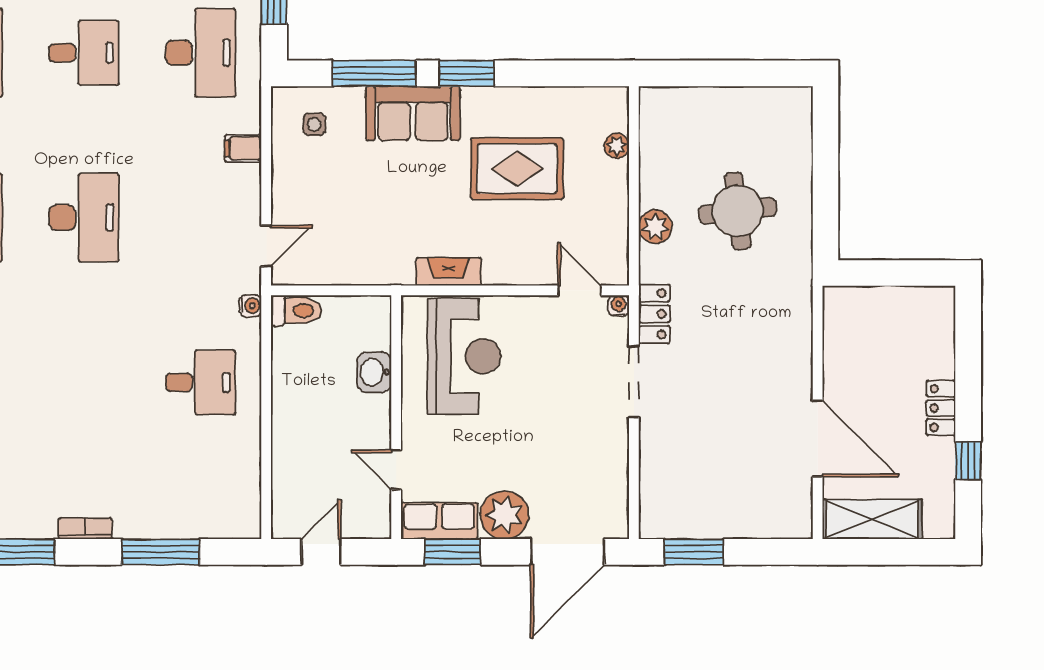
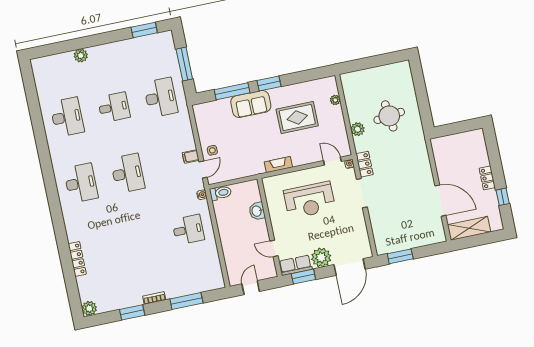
side table: (314, 124) -> (212, 150), moved
filing cabinet: (243, 148) -> (191, 156), moved
reception desk: (464, 356) -> (310, 200), moved, turned 90

